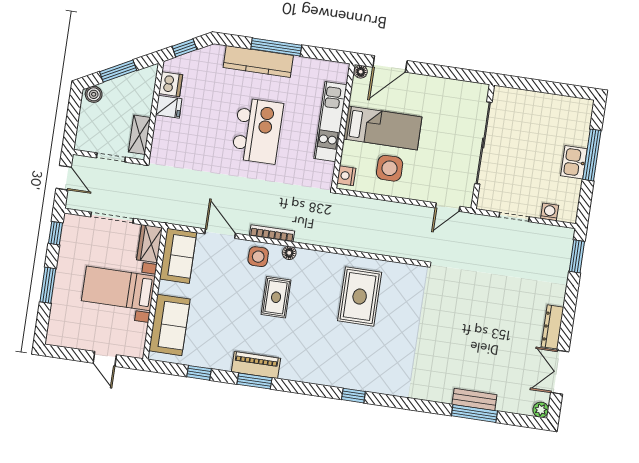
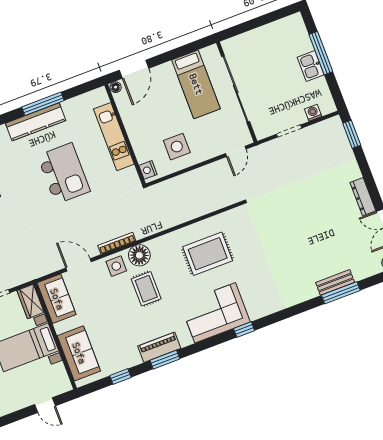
bed: (383, 128) -> (196, 84), moved, turned 90
floor lamp: (289, 253) -> (139, 255), width x1.89, depth x1.89
rug: (360, 297) -> (208, 254), turned 90
corner sofa: (333, 362) -> (215, 313), added

